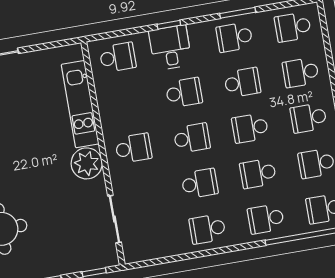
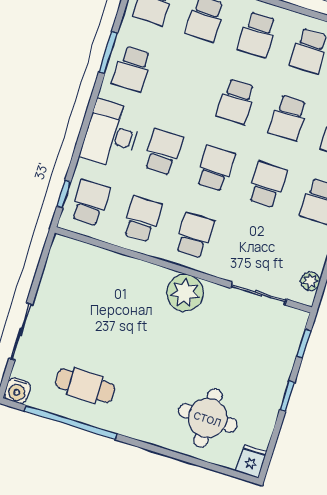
window: (169, 25) -> (64, 194), moved
desk: (170, 48) -> (111, 134), width x1.37
school desk: (242, 83) -> (142, 219), moved
kitchen unit: (80, 104) -> (119, 268), removed
plant: (144, 253) -> (311, 281), added

